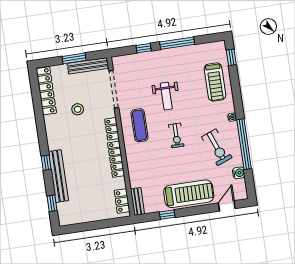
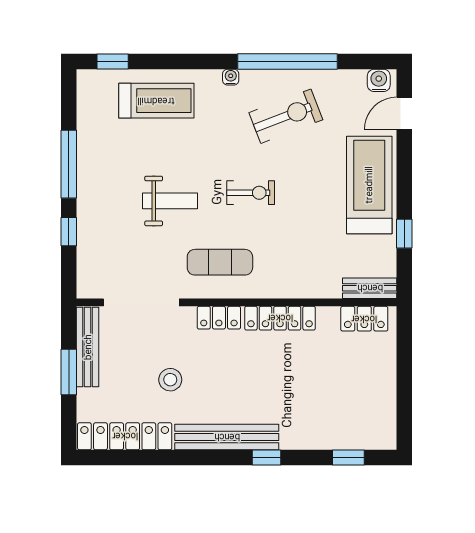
water cooler: (239, 173) -> (379, 80), moved
bench: (58, 176) -> (227, 437), moved
door: (227, 206) -> (404, 113), hinge flipped

